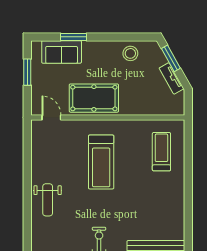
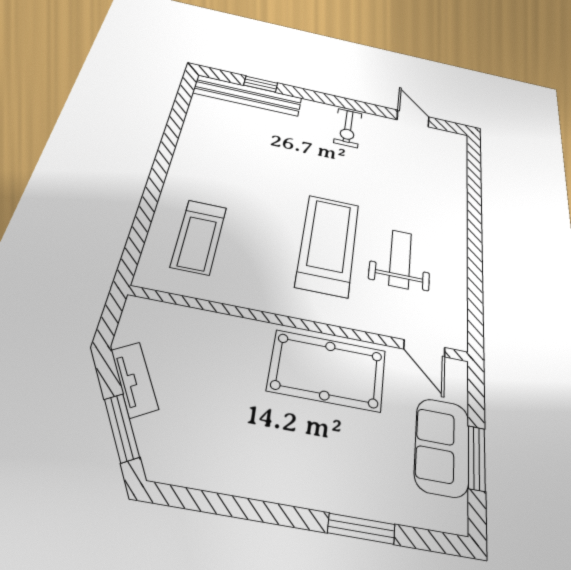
sofa: (62, 52) -> (442, 447), moved, turned -90
stool: (130, 53) -> (223, 459), removed
weight bench: (48, 200) -> (400, 259), moved

